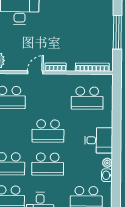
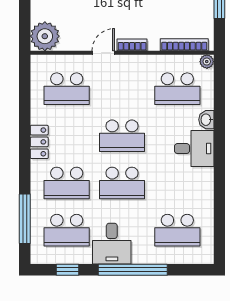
plant: (107, 163) -> (207, 62), moved
washbasin: (107, 175) -> (206, 120), moved

